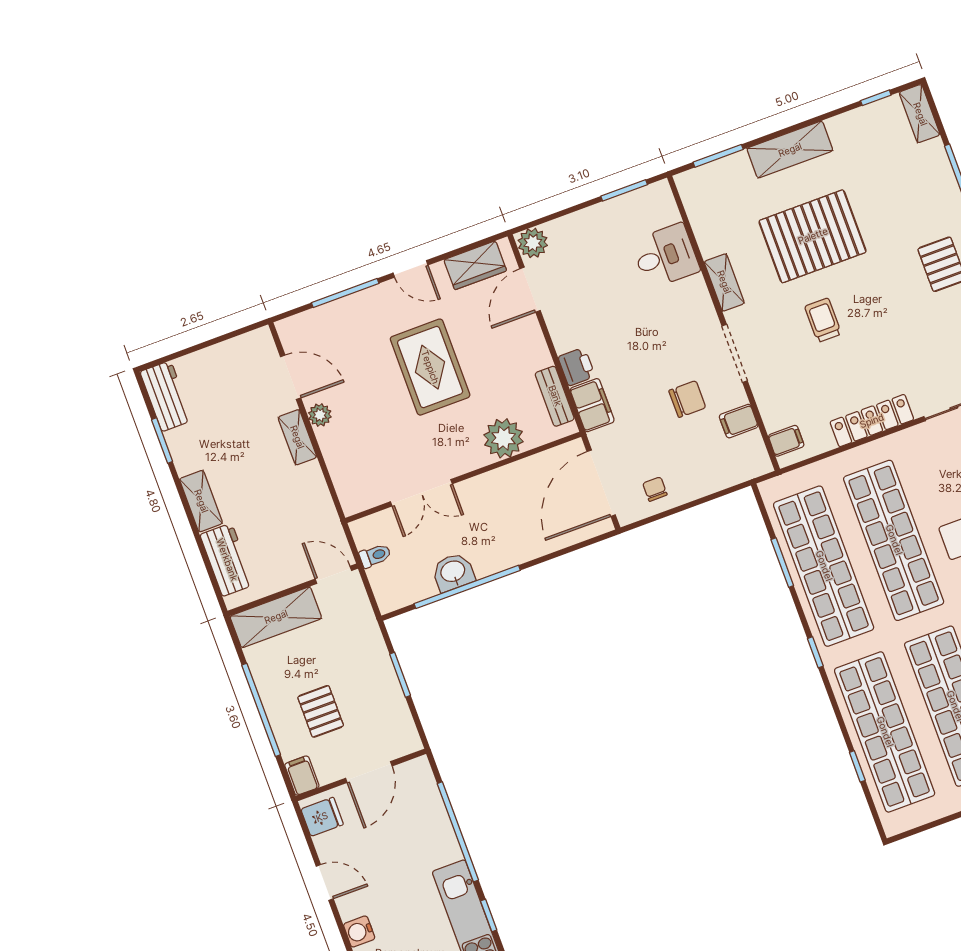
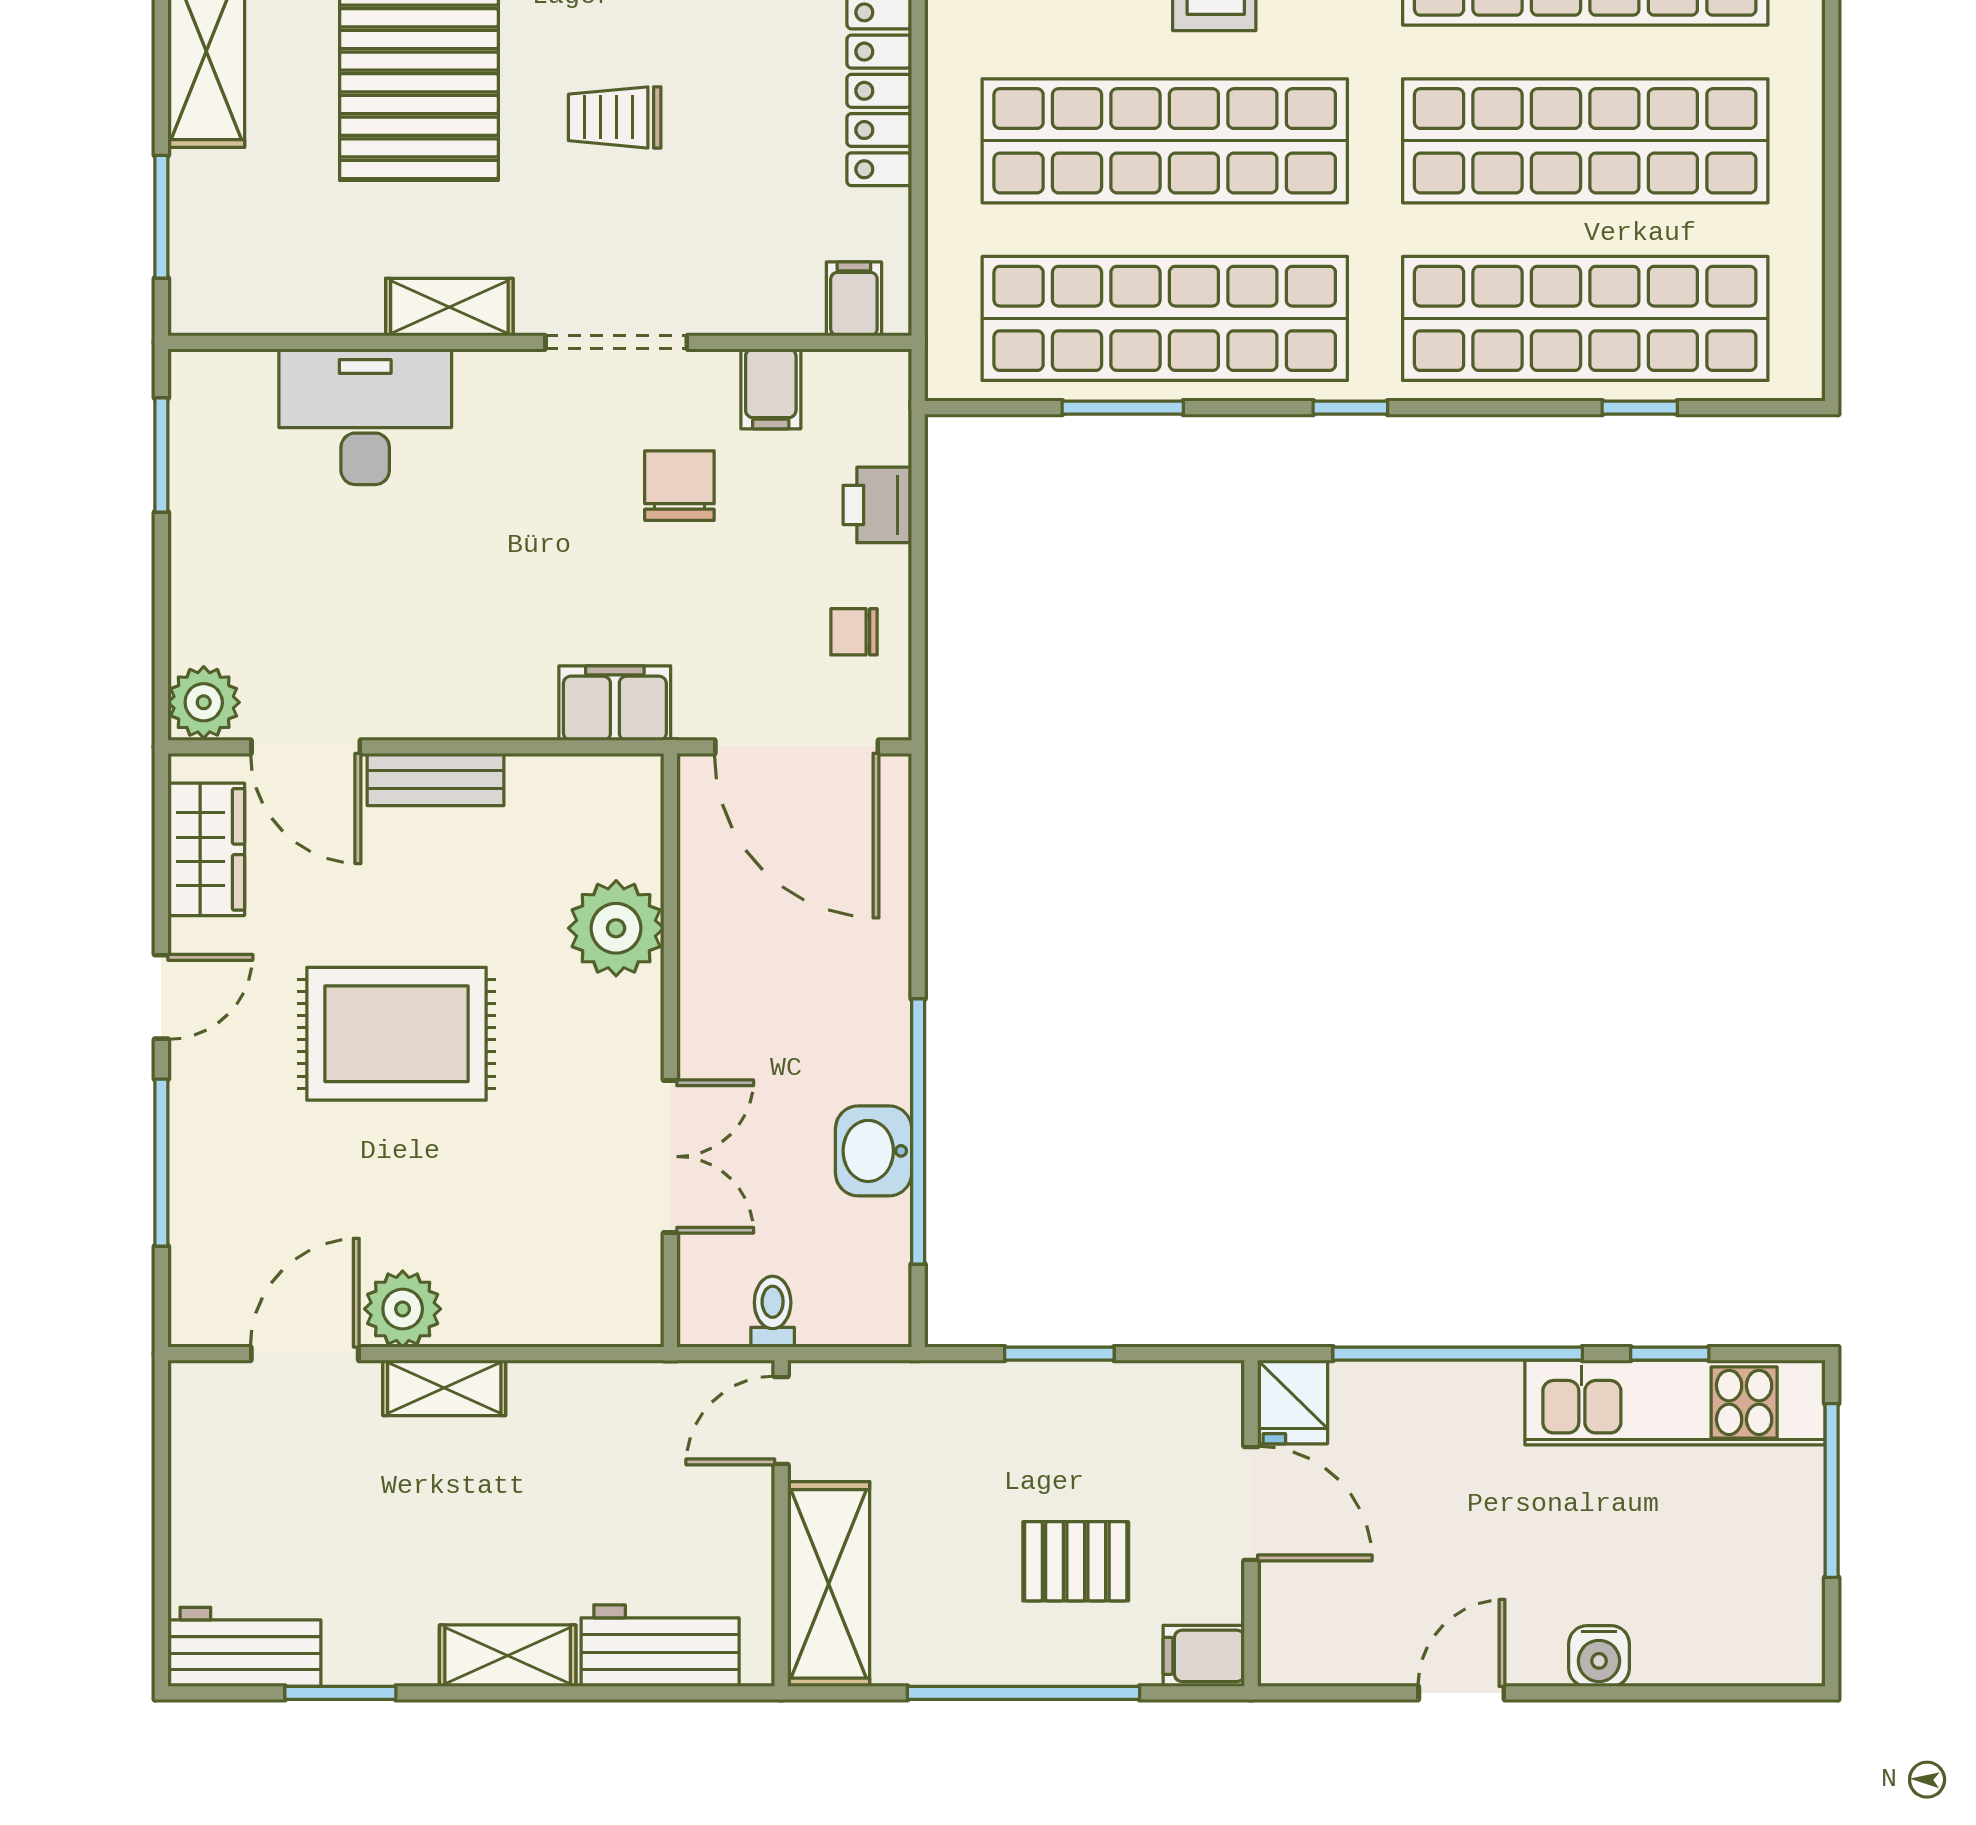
desk: (665, 256) -> (365, 417), width x1.37
printer: (577, 367) -> (877, 505), moved, turned -90
bench: (555, 396) -> (435, 779), moved
plant: (320, 415) -> (403, 1309), width x1.38, depth x1.38
fridge: (322, 817) -> (1293, 1402), moved, turned 180

